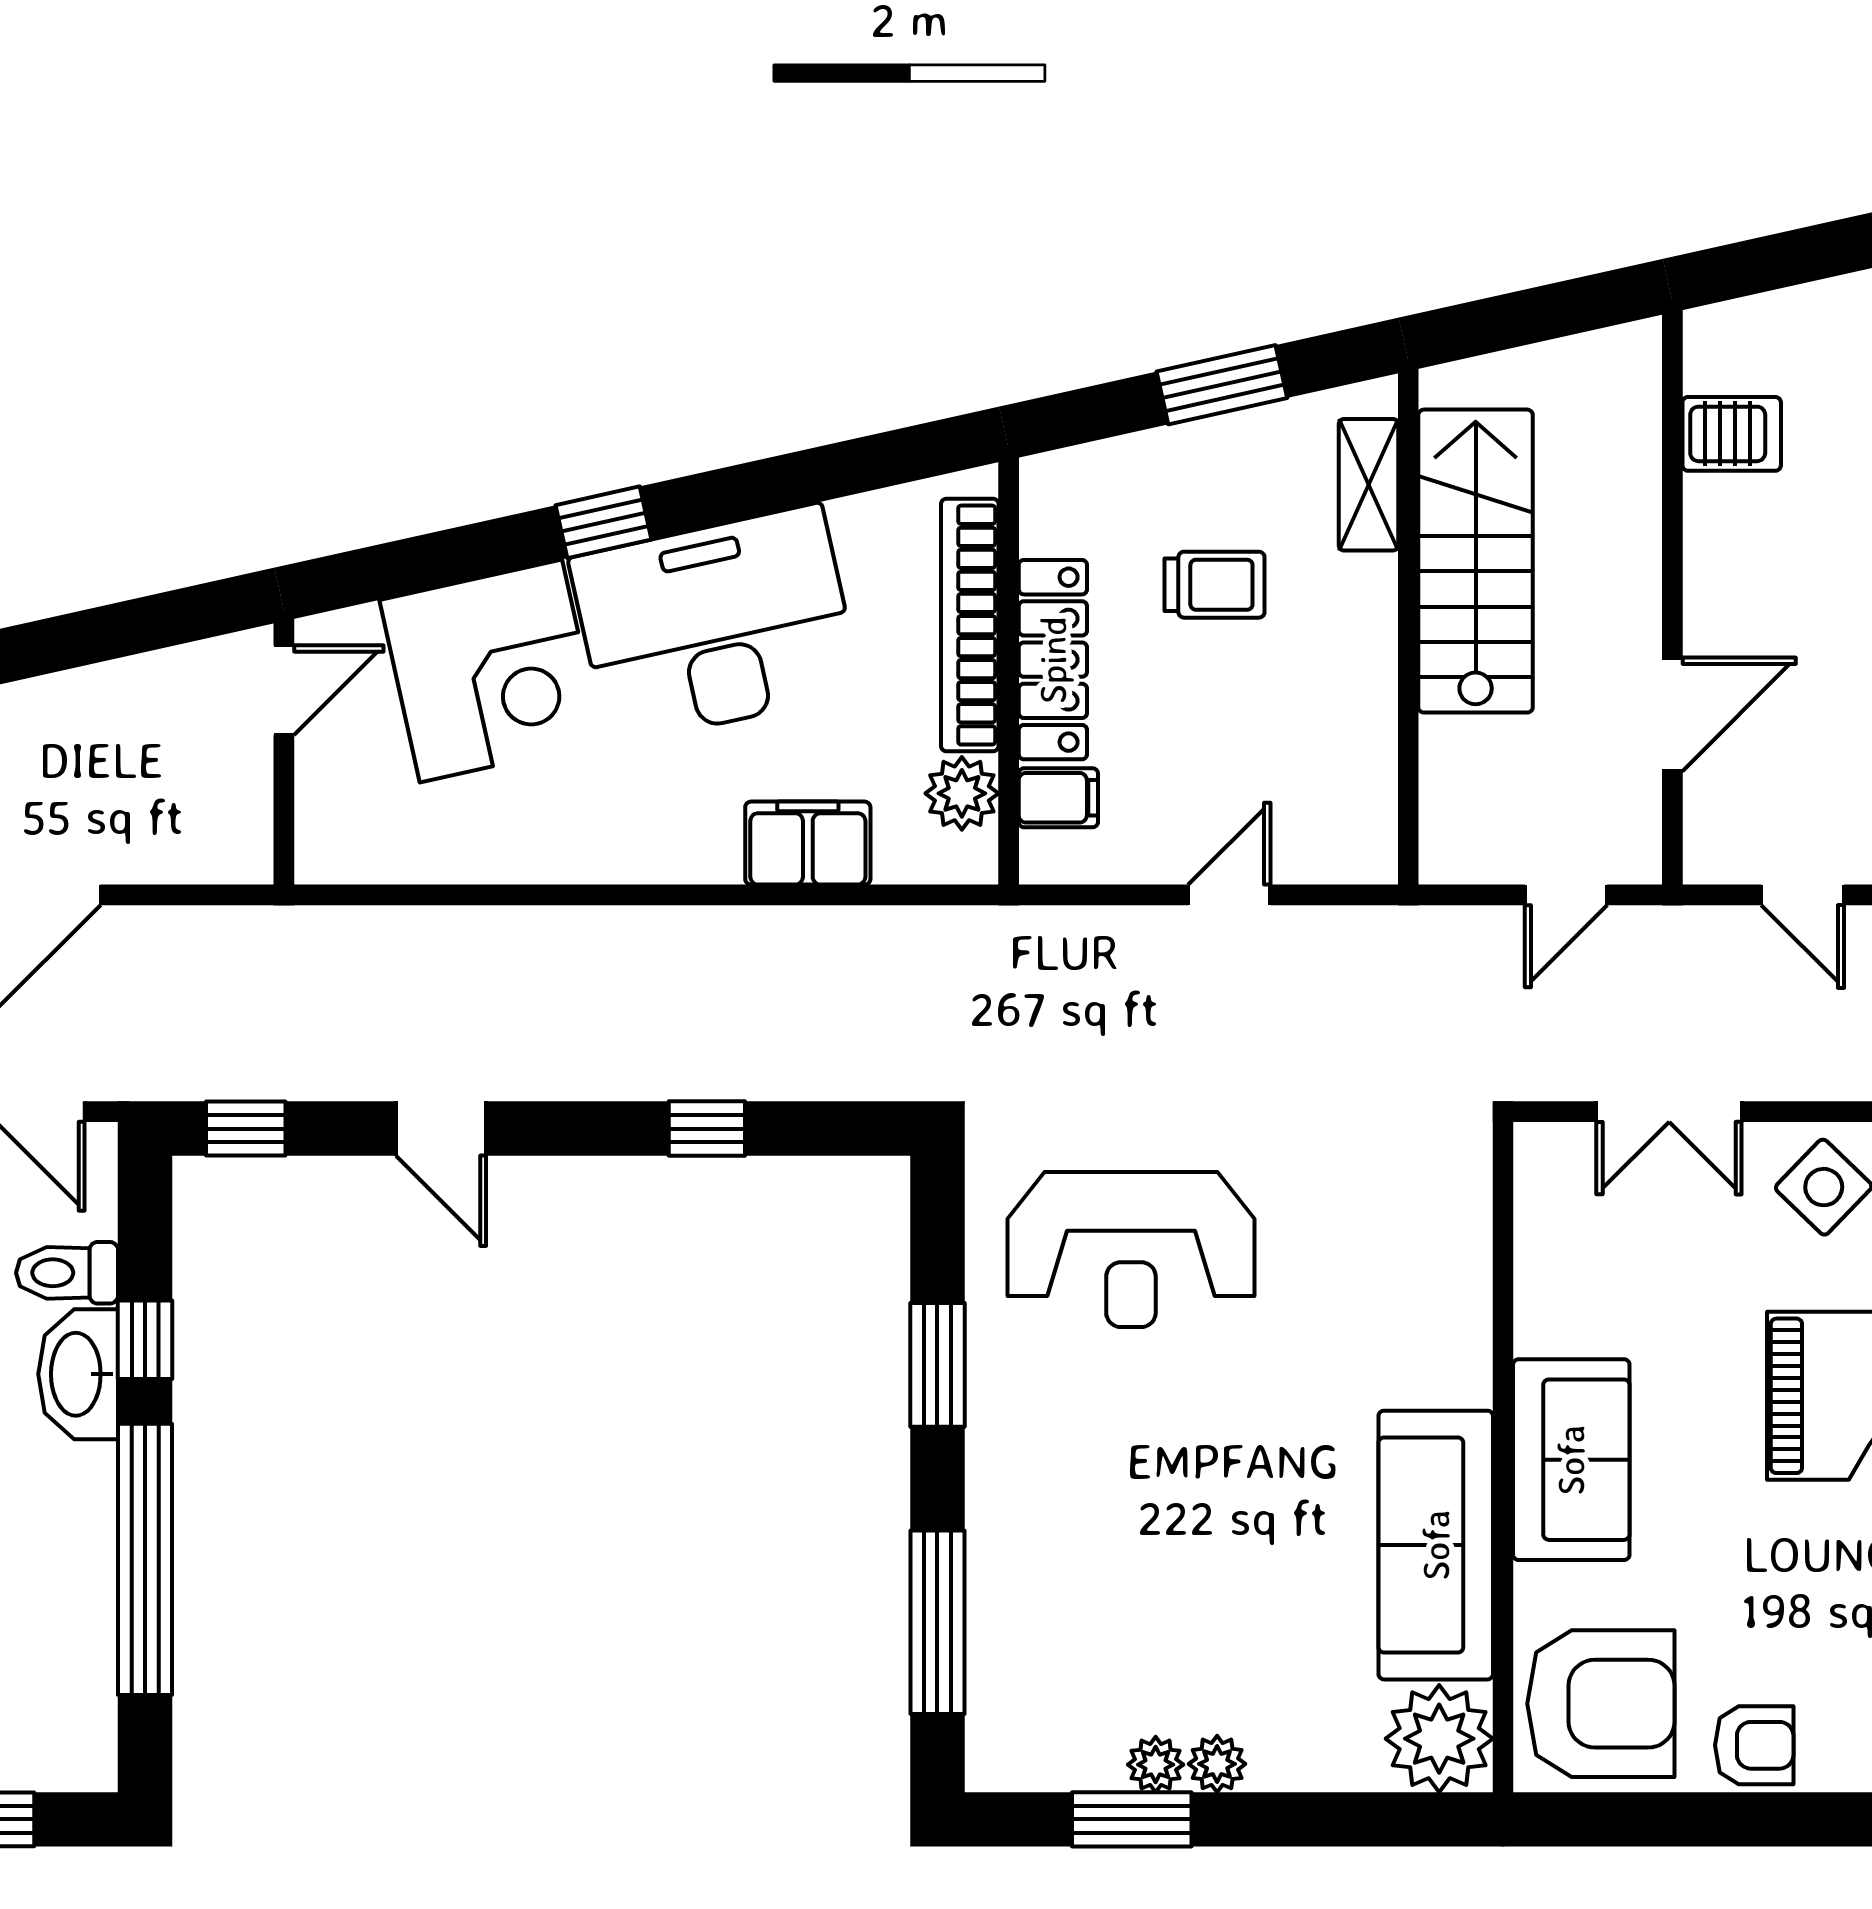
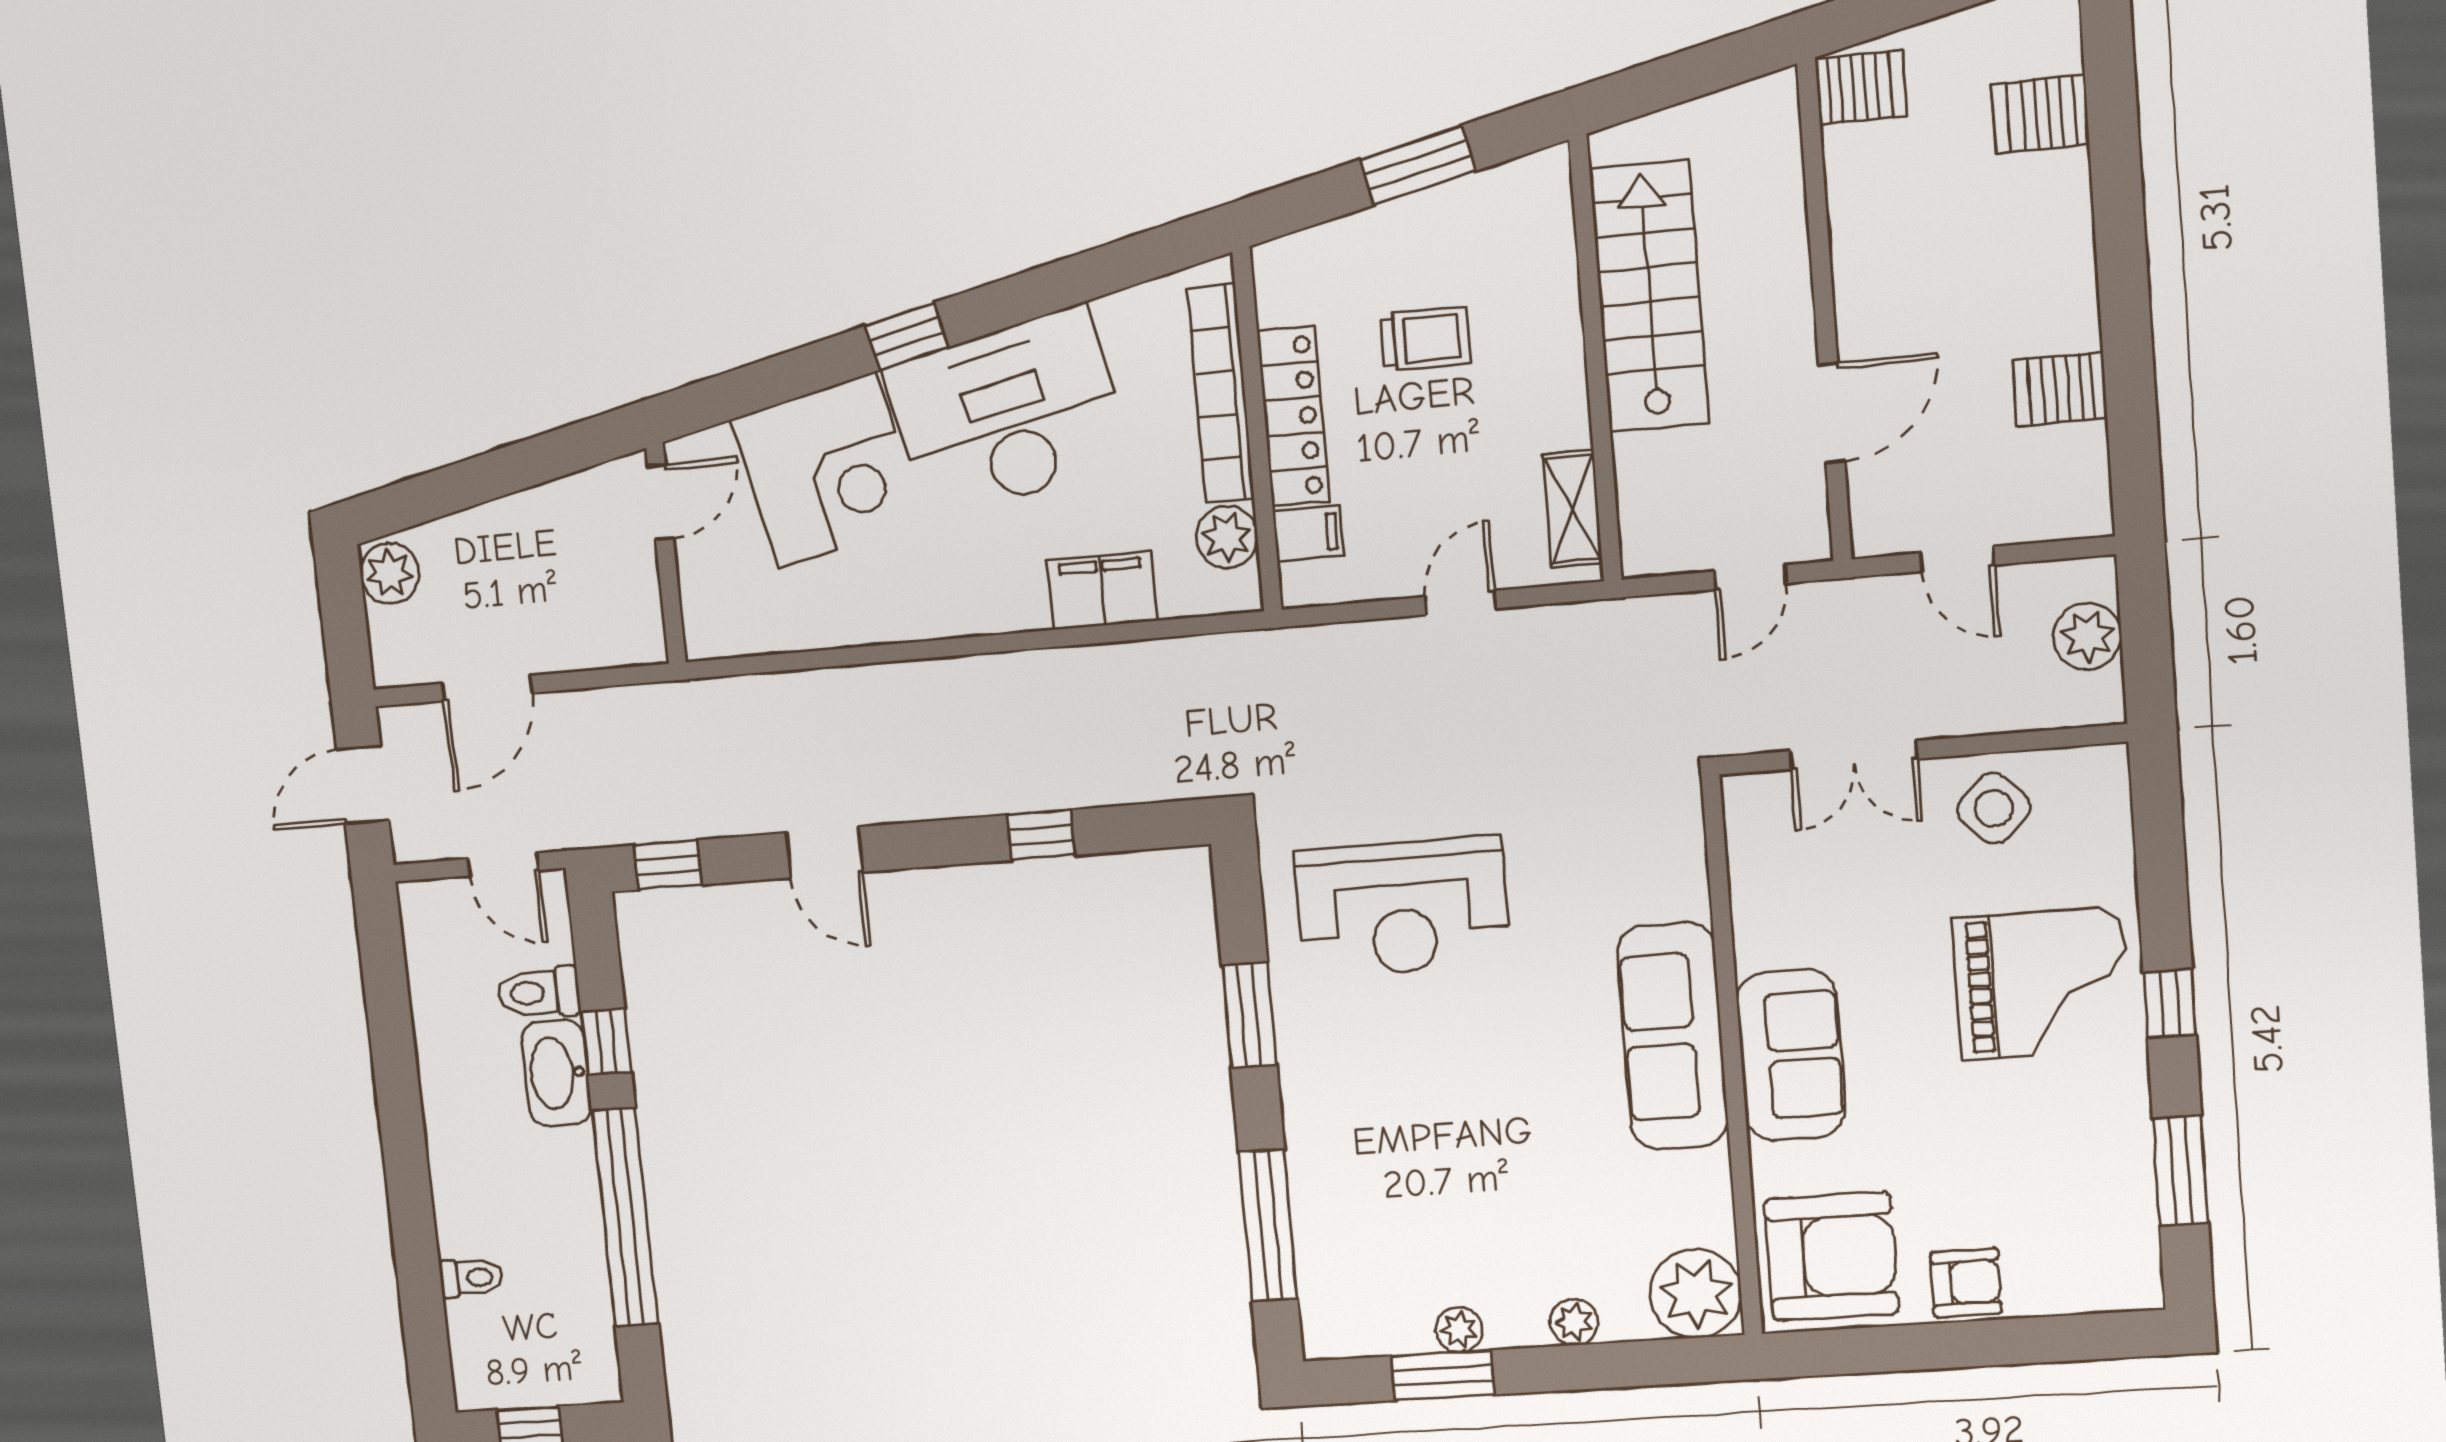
server rack: (1732, 434) -> (1861, 87), moved
shelving: (1368, 485) -> (1573, 509), moved
sofa: (1436, 1545) -> (1673, 1036), moved
plant: (1217, 1764) -> (1574, 1322), moved

